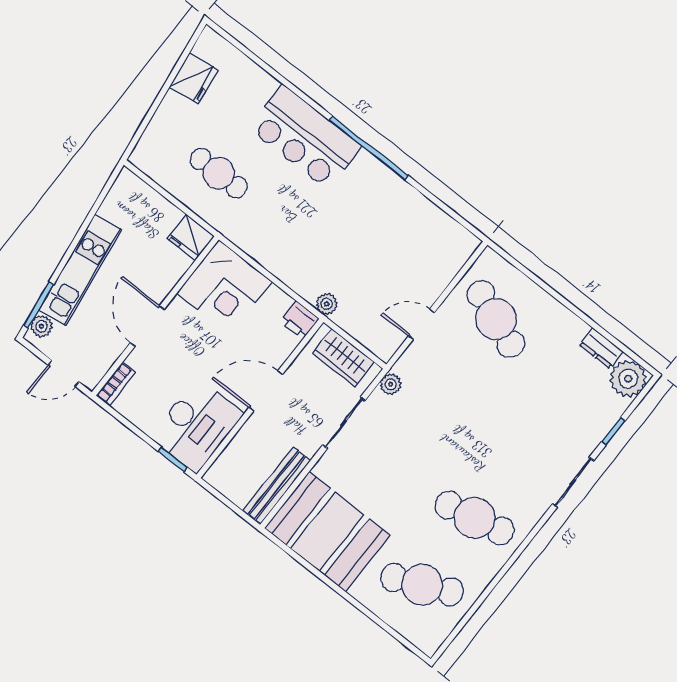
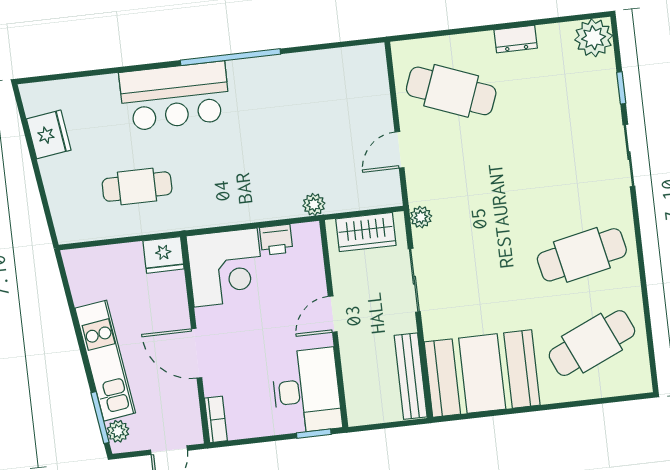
printer: (300, 320) -> (276, 240), moved
dresser: (601, 348) -> (516, 39), moved
door: (266, 391) -> (333, 314), width x0.73

